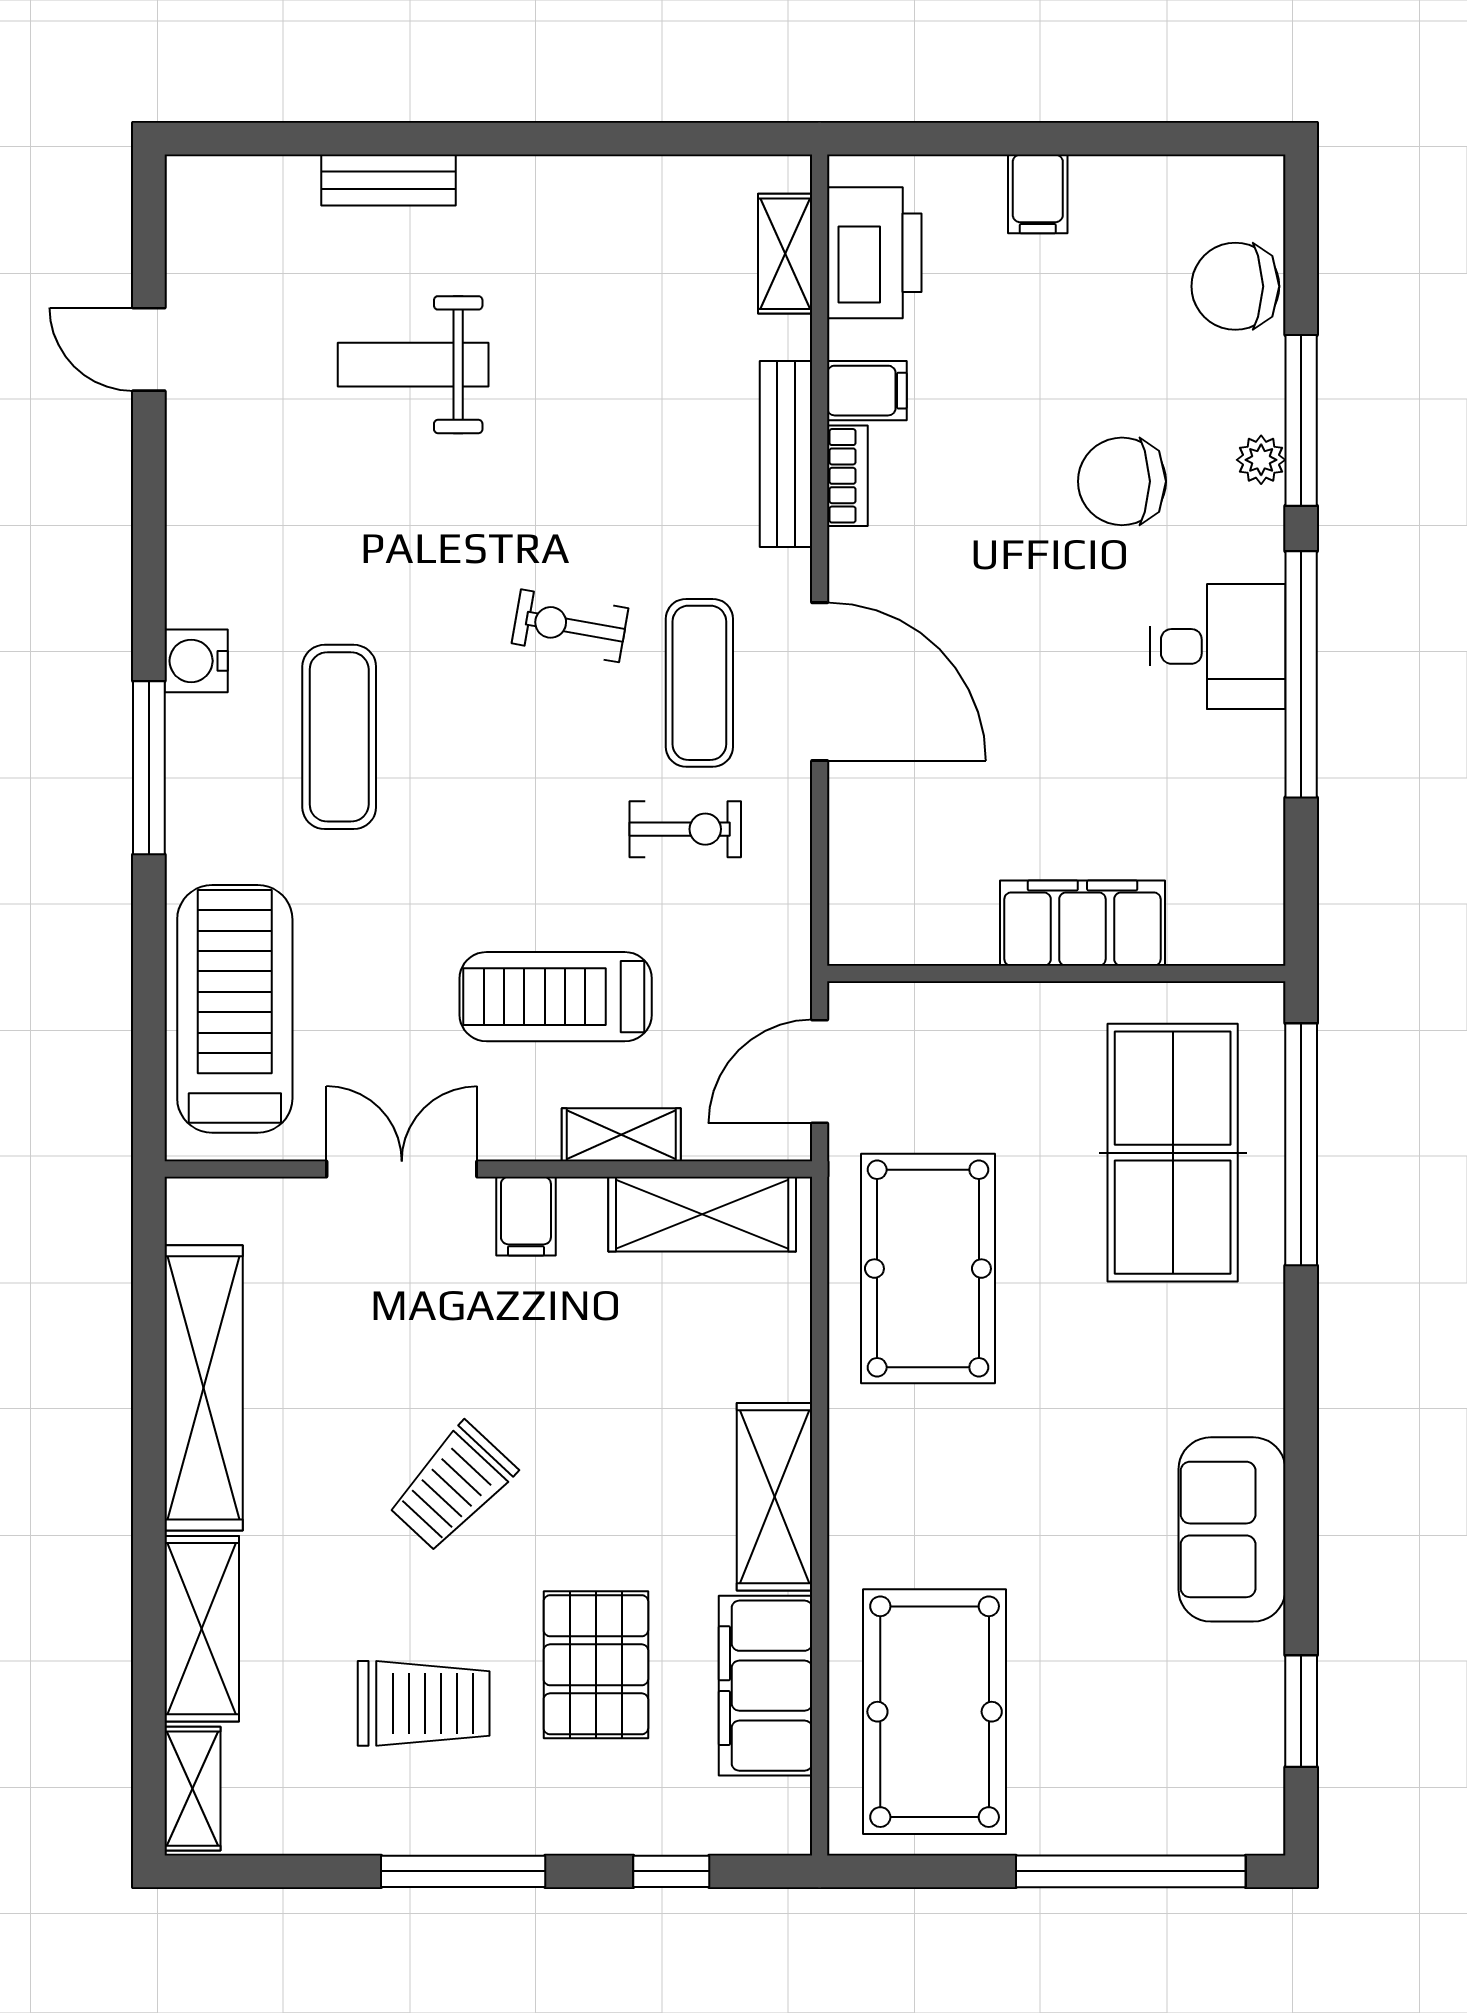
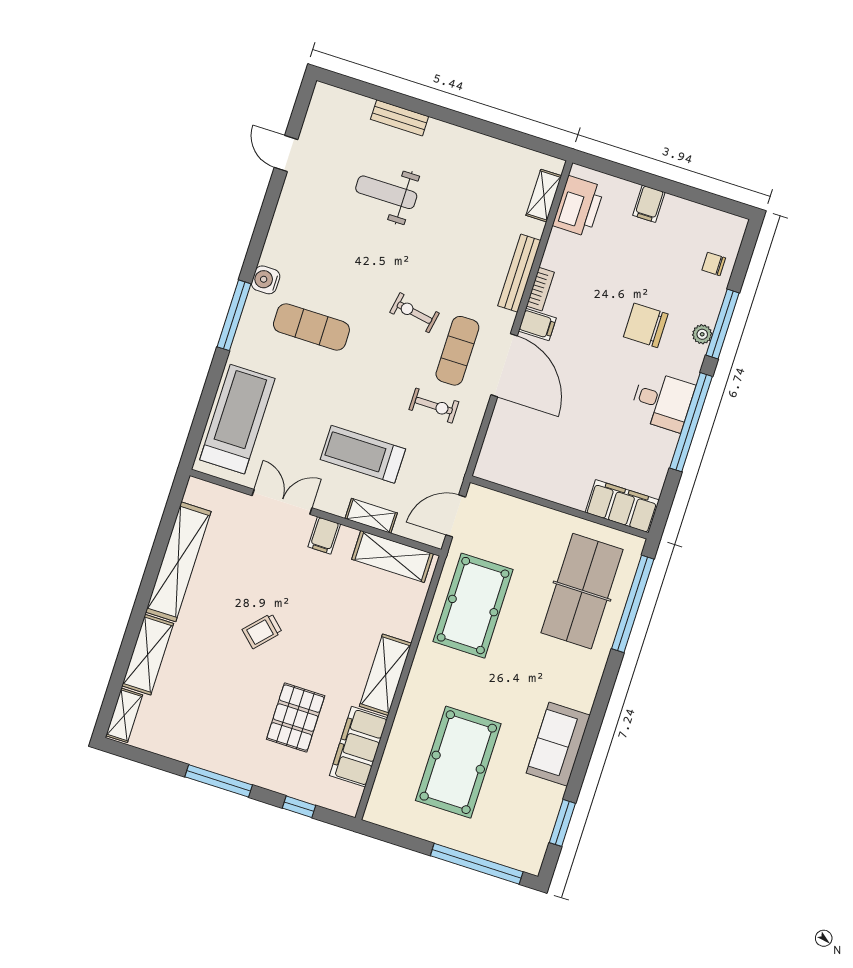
chair: (1235, 286) -> (714, 264), width x0.54, depth x0.54
filing cabinet: (867, 391) -> (537, 324), moved
exercise mat: (339, 737) -> (311, 327), turned 90
filing cabinet: (1082, 923) -> (622, 506), moved
trolley: (452, 1487) -> (262, 631), width x0.73, depth x0.72
trolley: (424, 1703) -> (224, 711), removed
pool table: (935, 1712) -> (458, 762), moved

